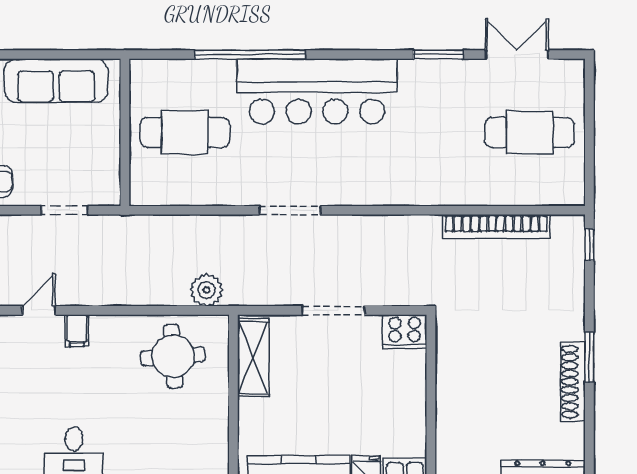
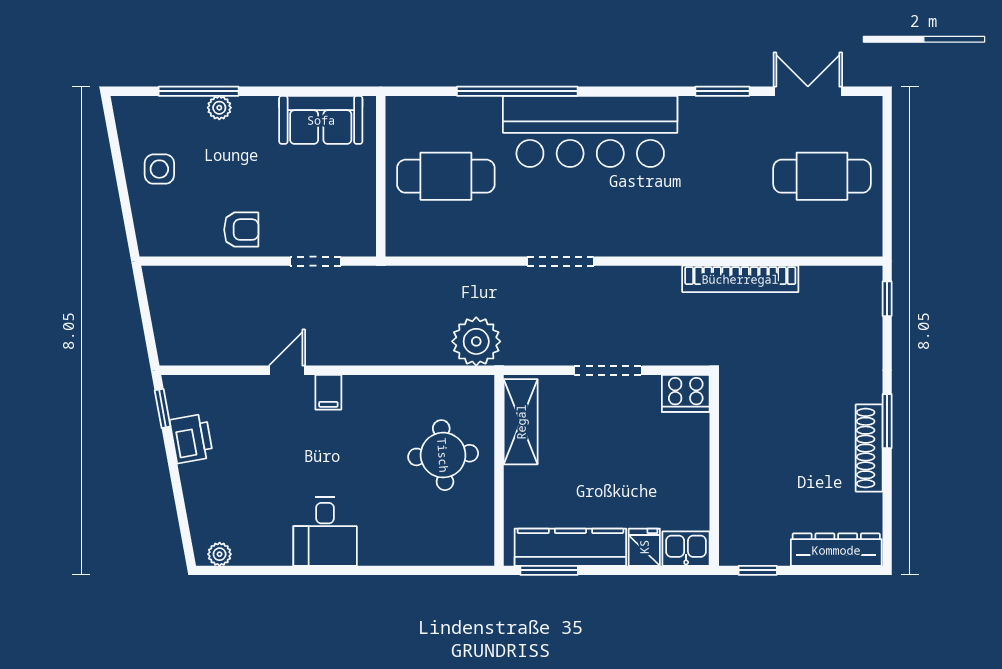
sofa: (56, 81) -> (321, 120), width x0.73
bookcase: (496, 227) -> (740, 279), moved
plant: (207, 290) -> (476, 341), width x1.36, depth x1.36
round table: (173, 356) -> (443, 455), moved

